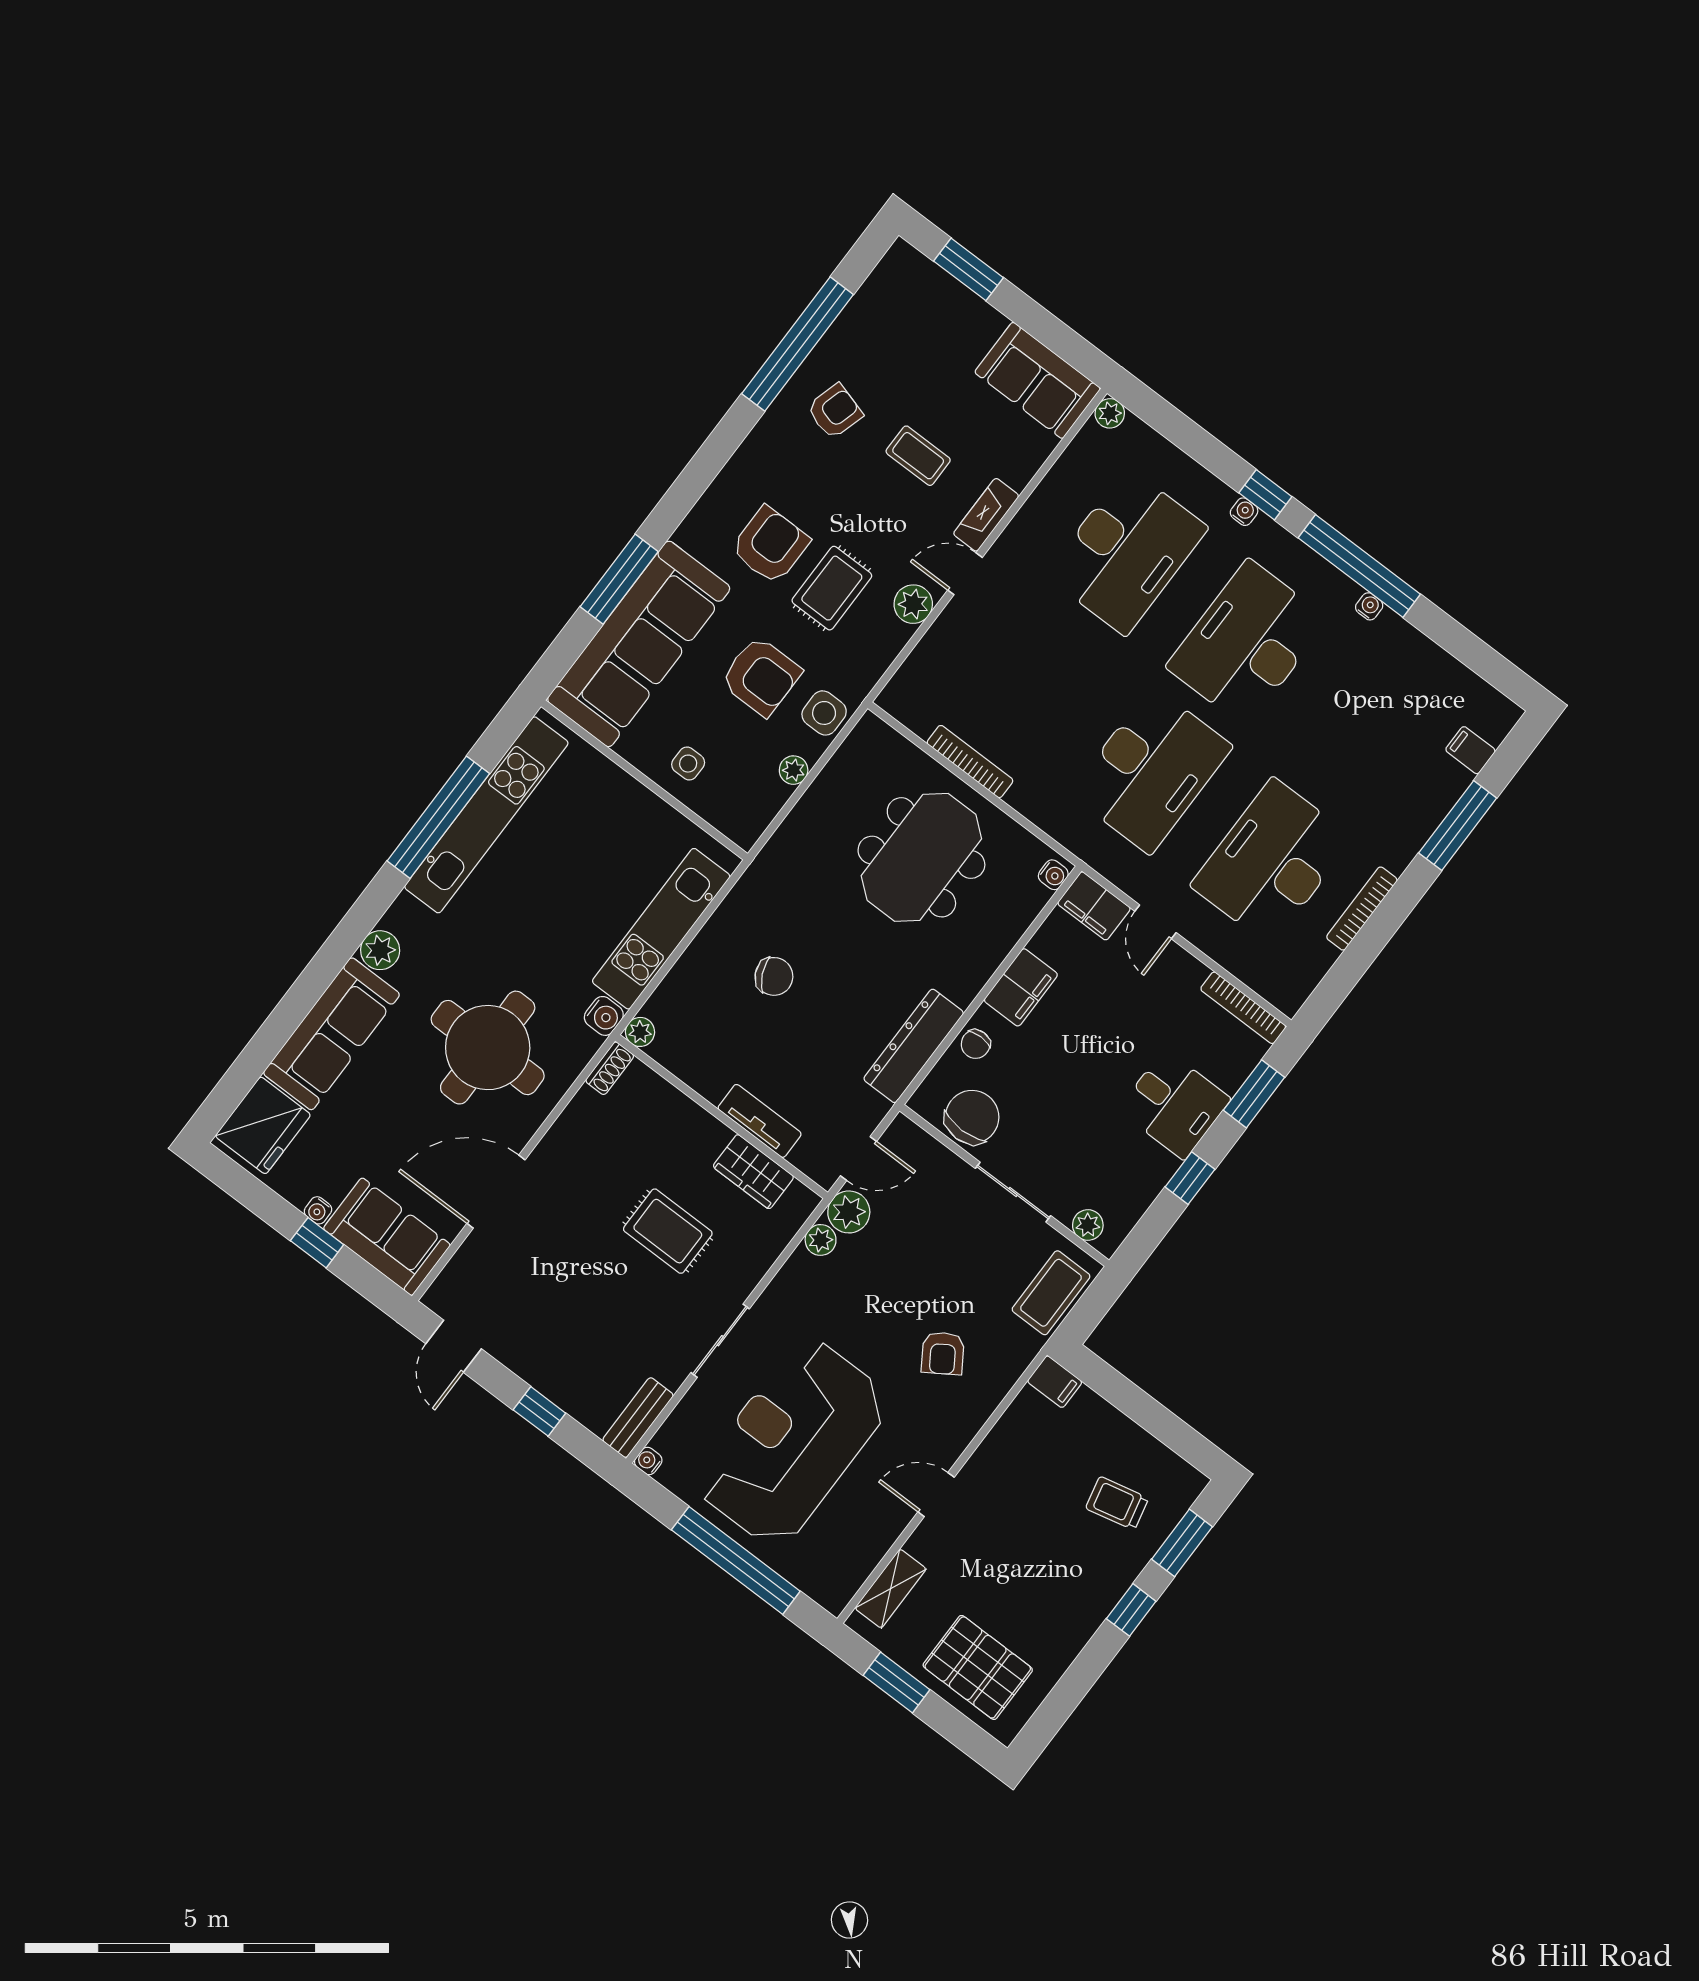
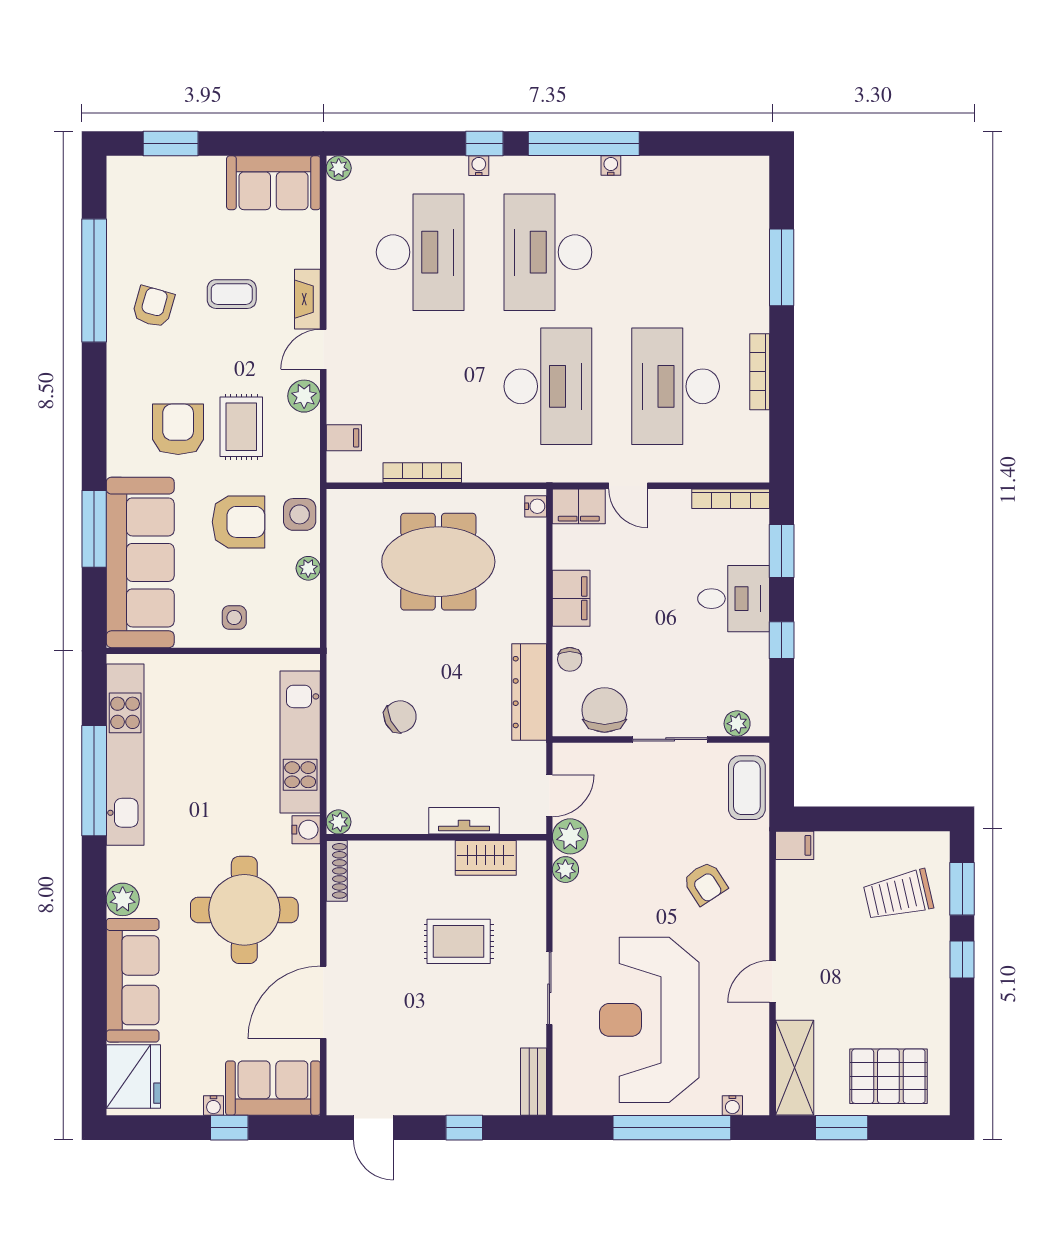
filing cabinet: (1470, 750) -> (344, 438), moved, turned 180
meeting table: (921, 857) -> (438, 562), turned 90
shoe rack: (610, 1068) -> (337, 871), width x1.43
water cooler: (648, 1461) -> (732, 1105), moved, turned -90
trolley: (1117, 1503) -> (898, 895), width x1.36, depth x1.39
shelving: (891, 1589) -> (795, 1068), width x1.50, depth x1.33

